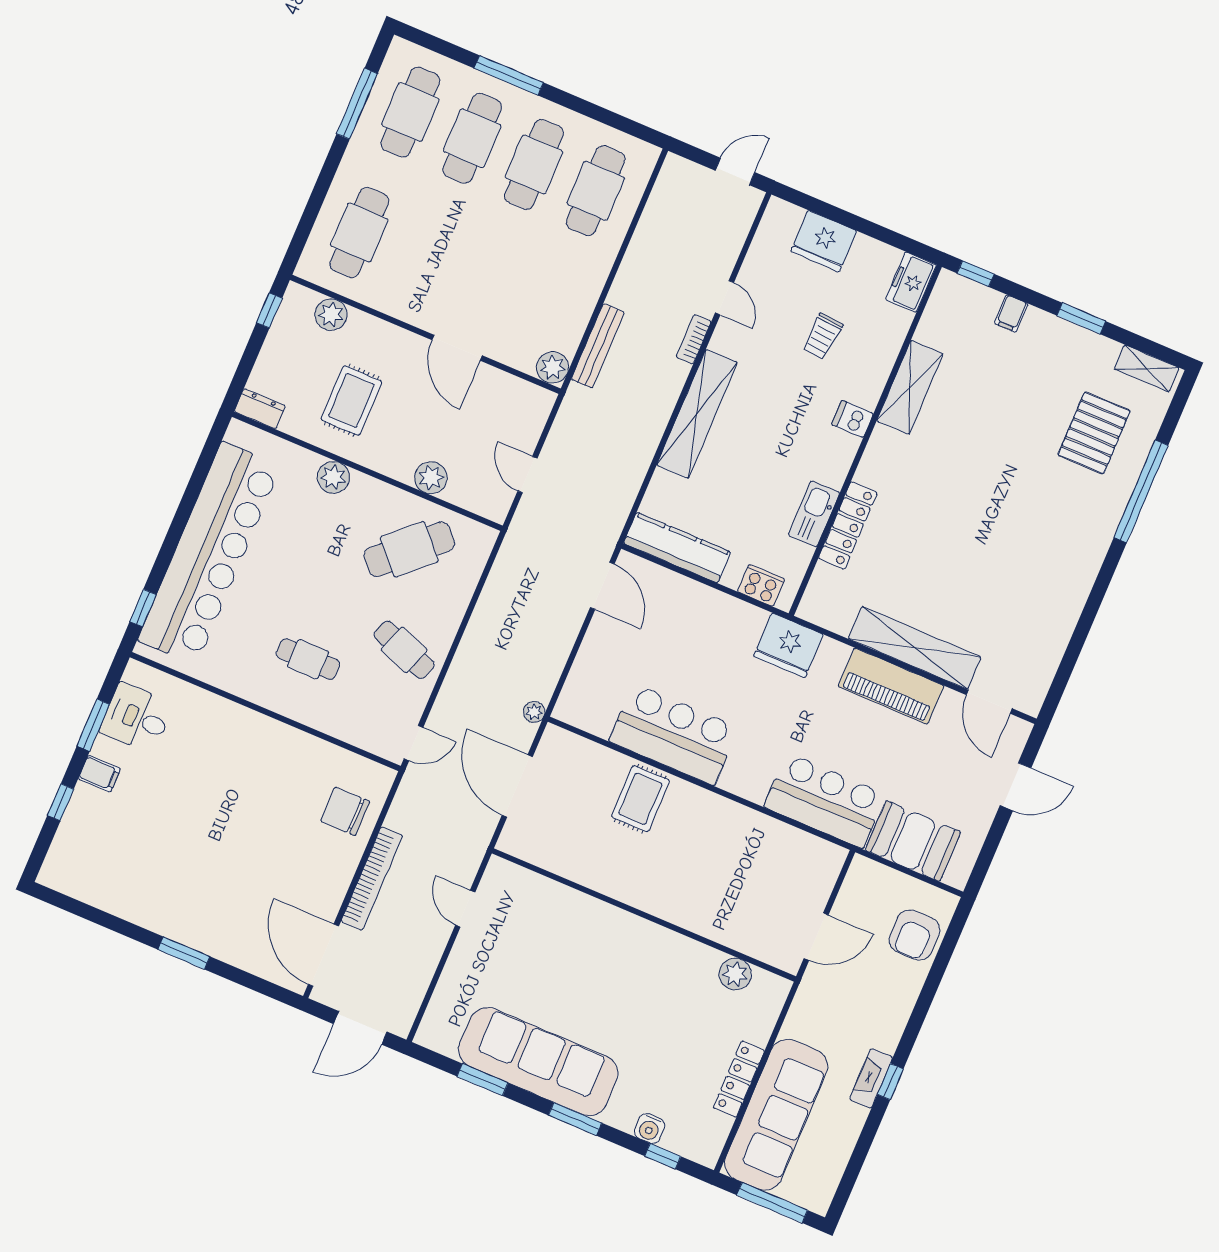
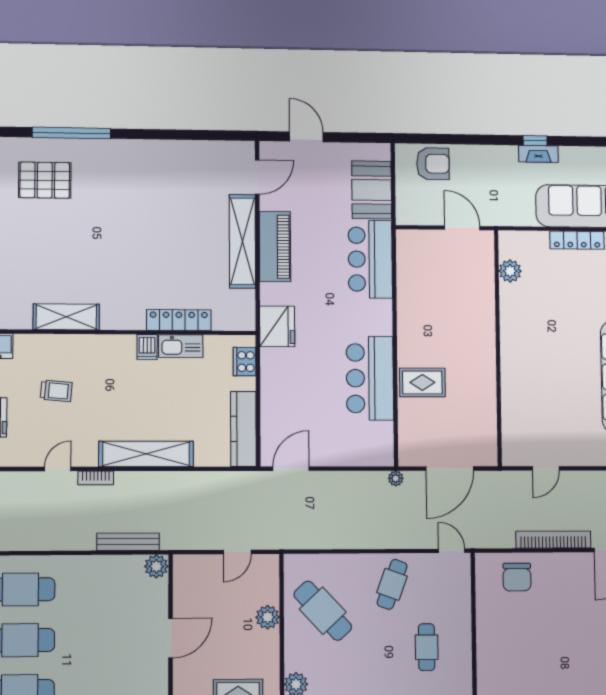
dishwasher: (852, 419) -> (147, 347), moved

